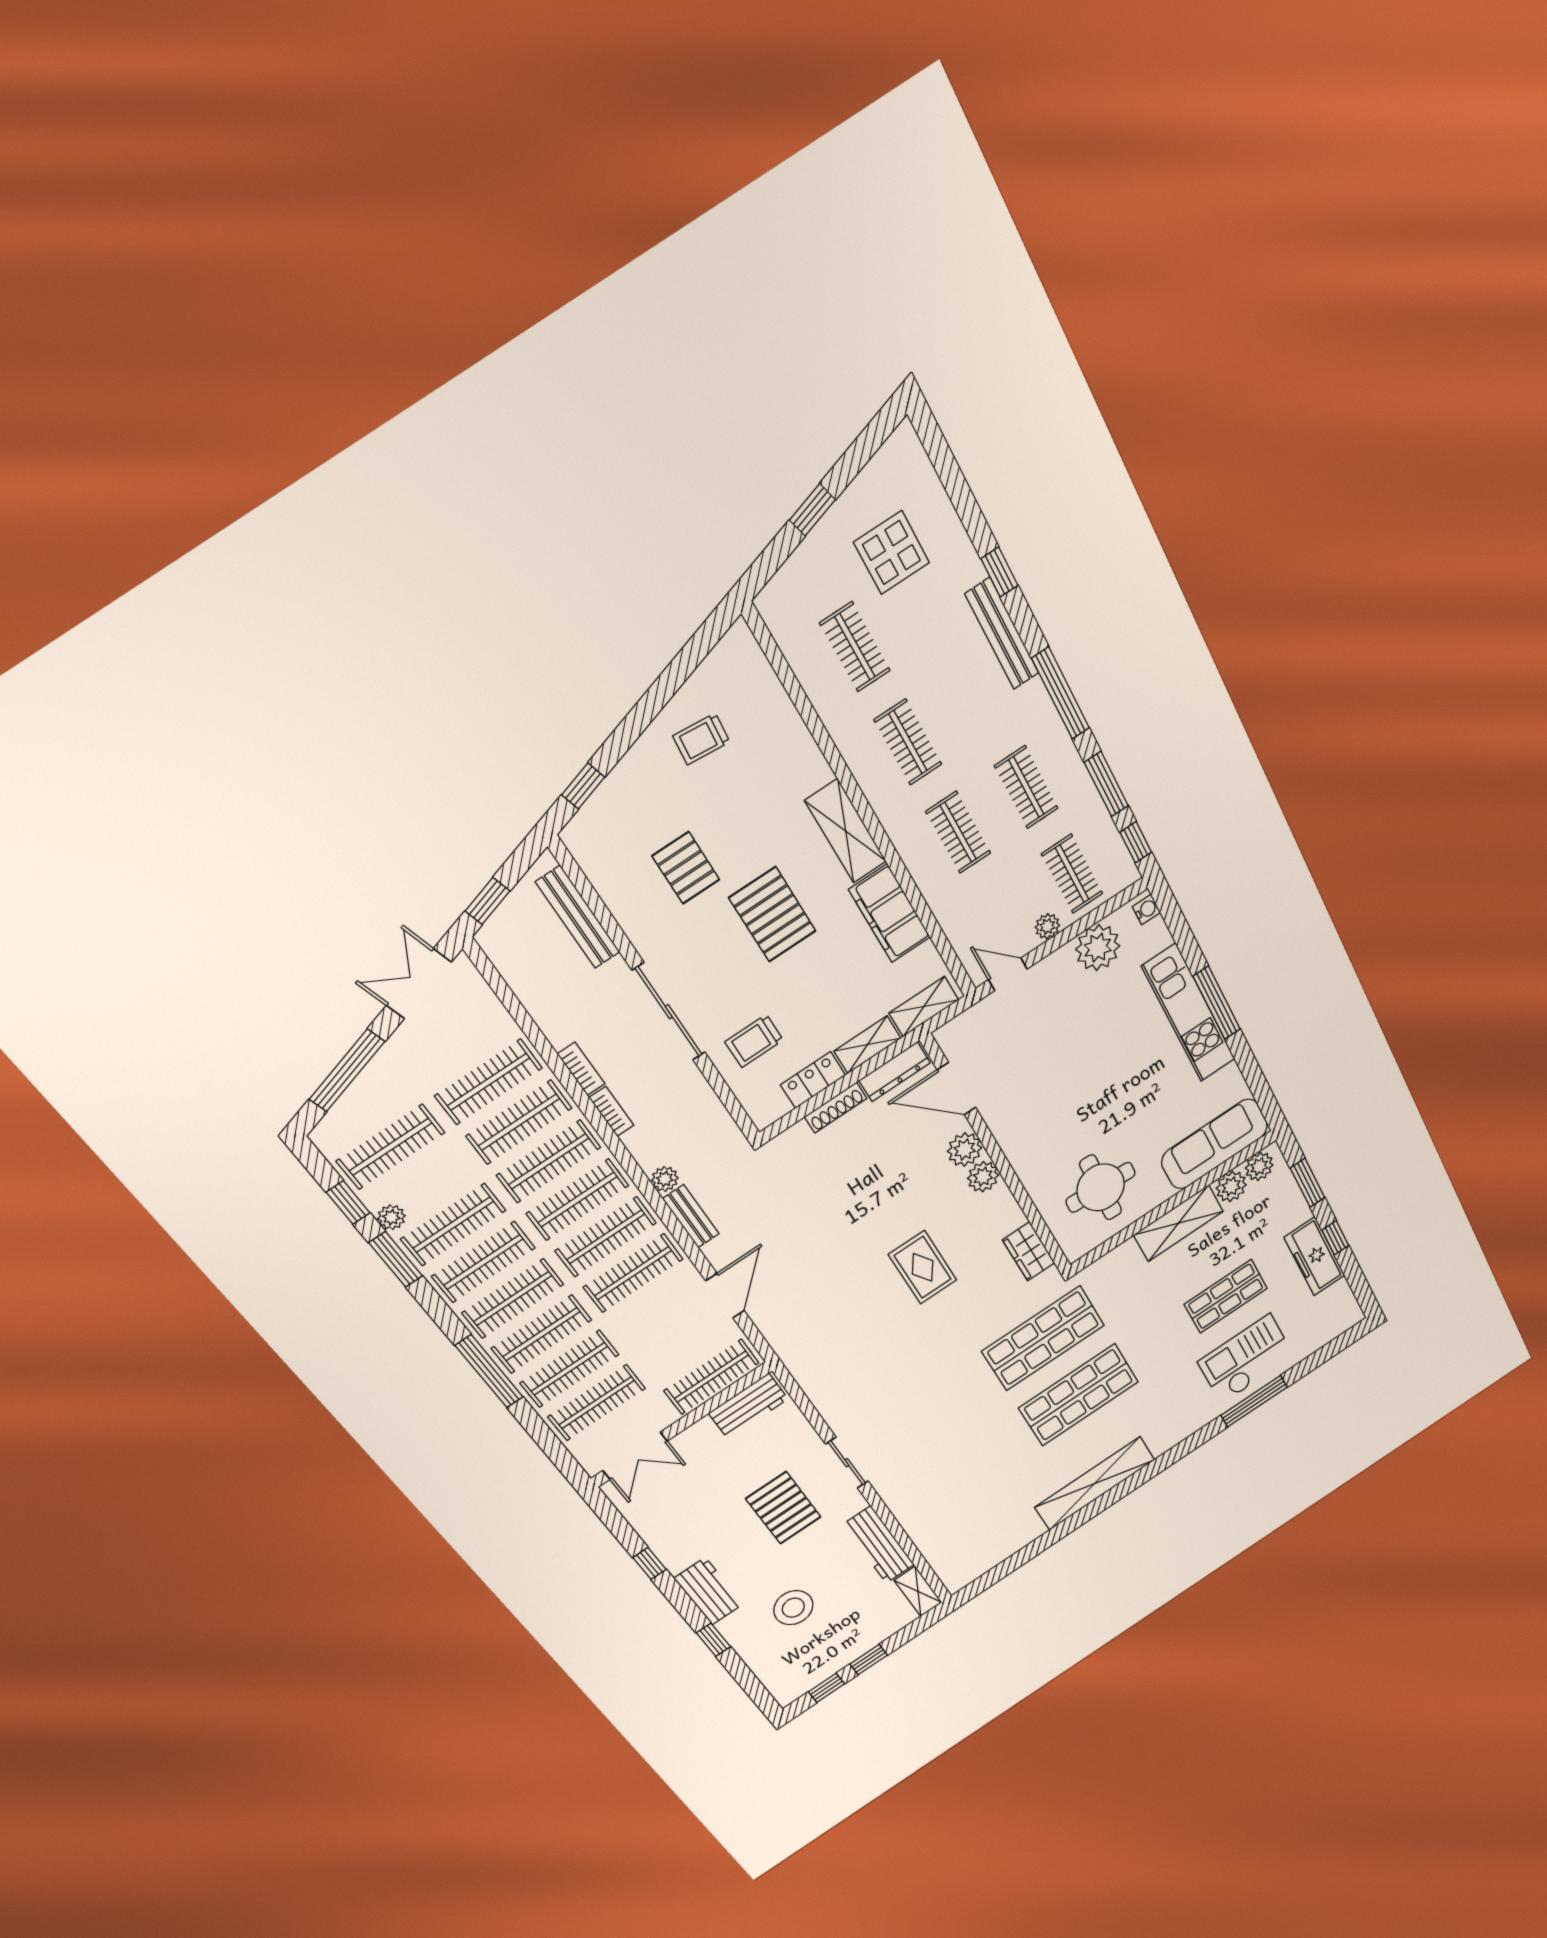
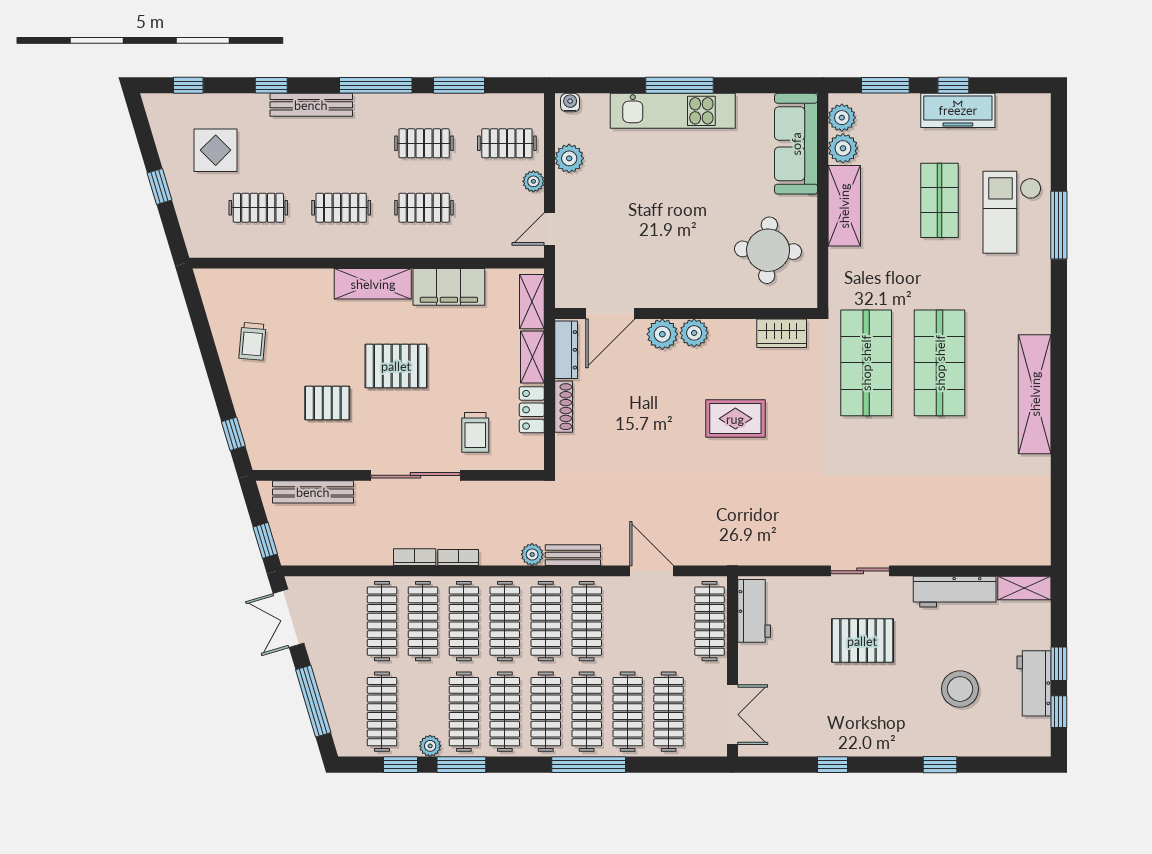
window: (1136, 842) -> (188, 85), moved
plant: (1098, 948) -> (569, 158), width x0.73, depth x0.73
workbench: (709, 1591) -> (1034, 683), moved, turned -90

